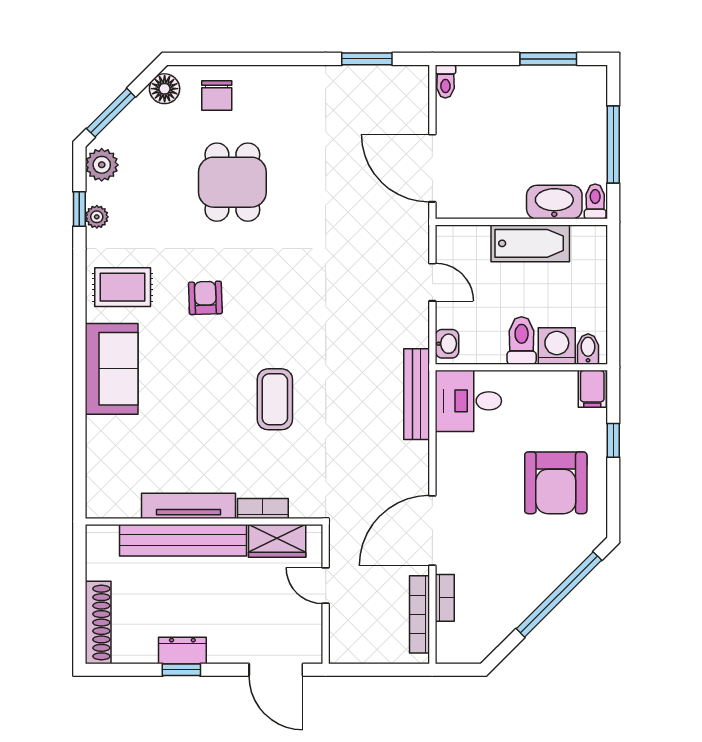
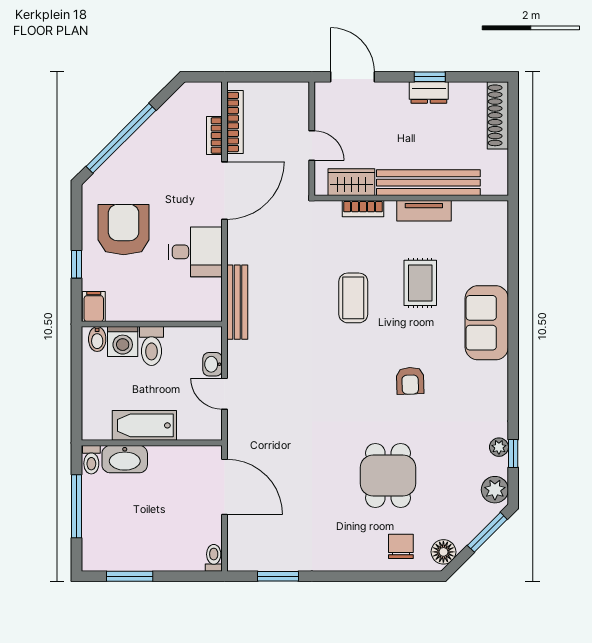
rug: (123, 287) -> (420, 283), moved, turned 90
washbasin: (447, 344) -> (213, 364), moved
desk: (468, 401) -> (195, 252), moved
tv unit: (188, 506) -> (424, 211), width x0.71

